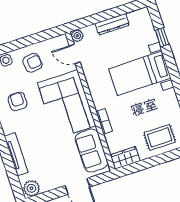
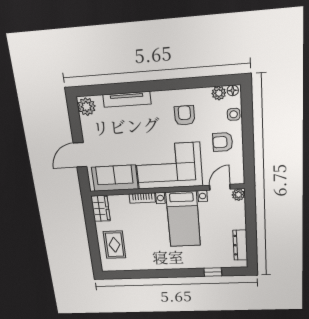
dresser: (112, 24) -> (240, 245), moved
armchair: (32, 63) -> (223, 142), turned 97
bed with nightstands: (140, 73) -> (183, 219), moved, turned 180
armchair: (18, 102) -> (185, 115), turned -90

